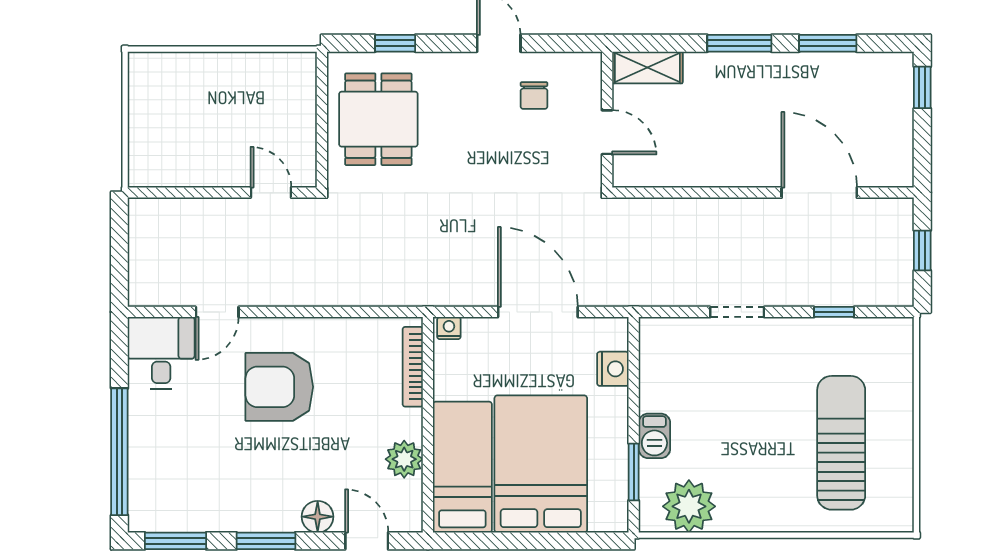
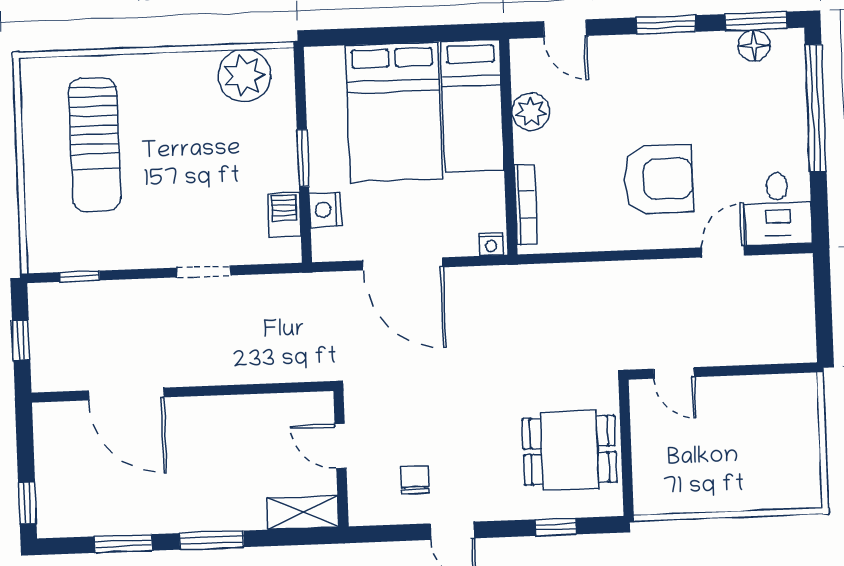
dining table: (378, 119) -> (570, 450), turned 90
window: (834, 312) -> (79, 276), moved
barbecue: (654, 436) -> (284, 215), moved
window: (634, 472) -> (303, 158), moved
floor lamp: (318, 517) -> (754, 45), moved

